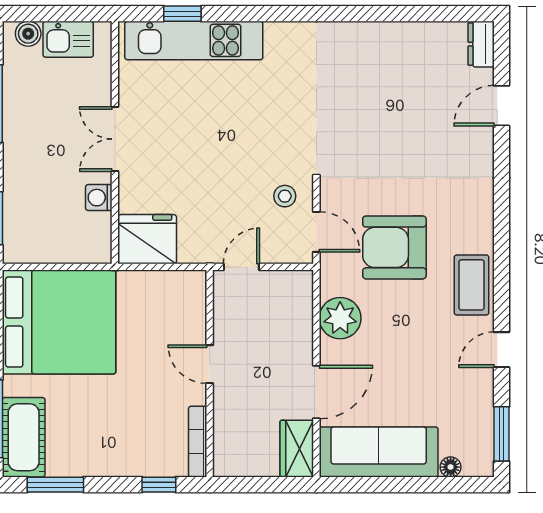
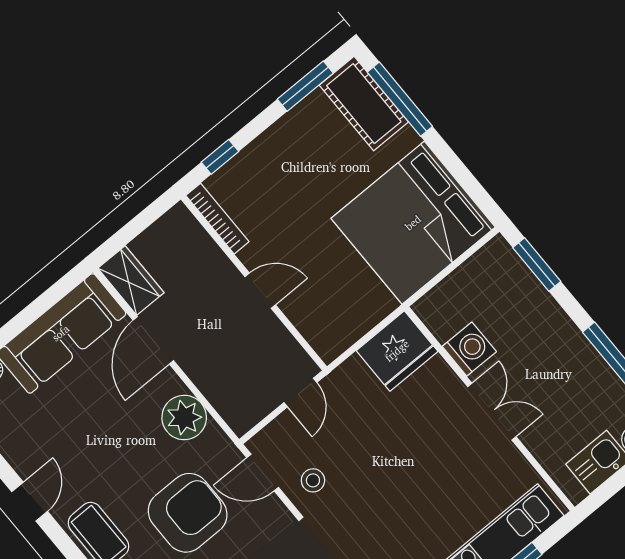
washing machine: (99, 198) -> (469, 349), width x1.38, depth x1.38

